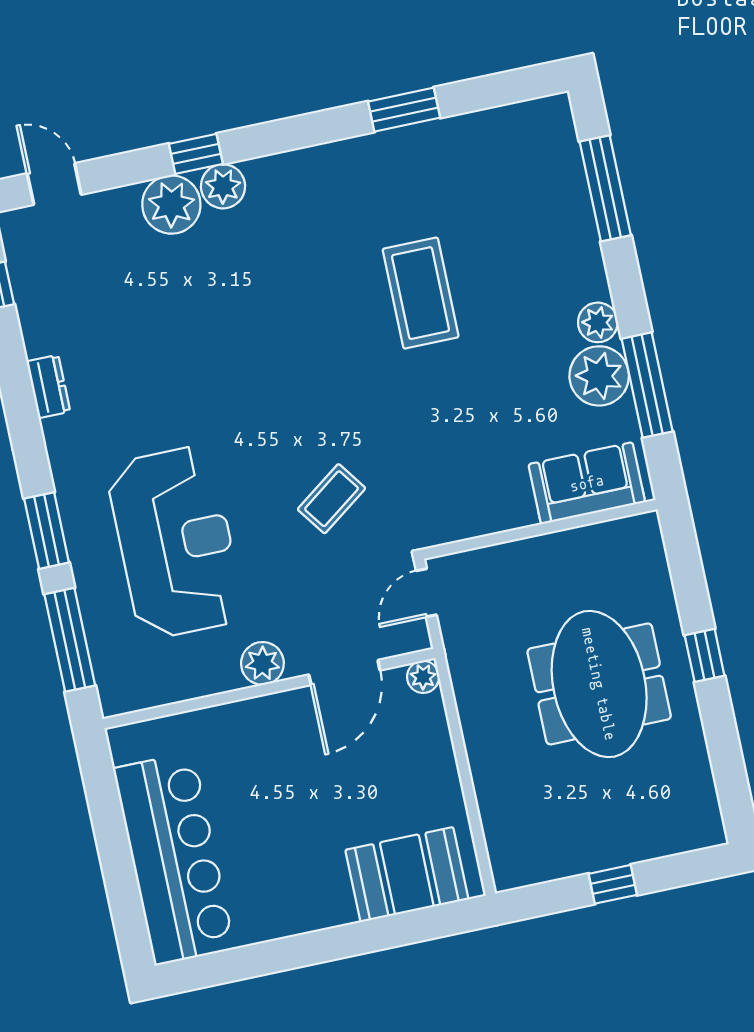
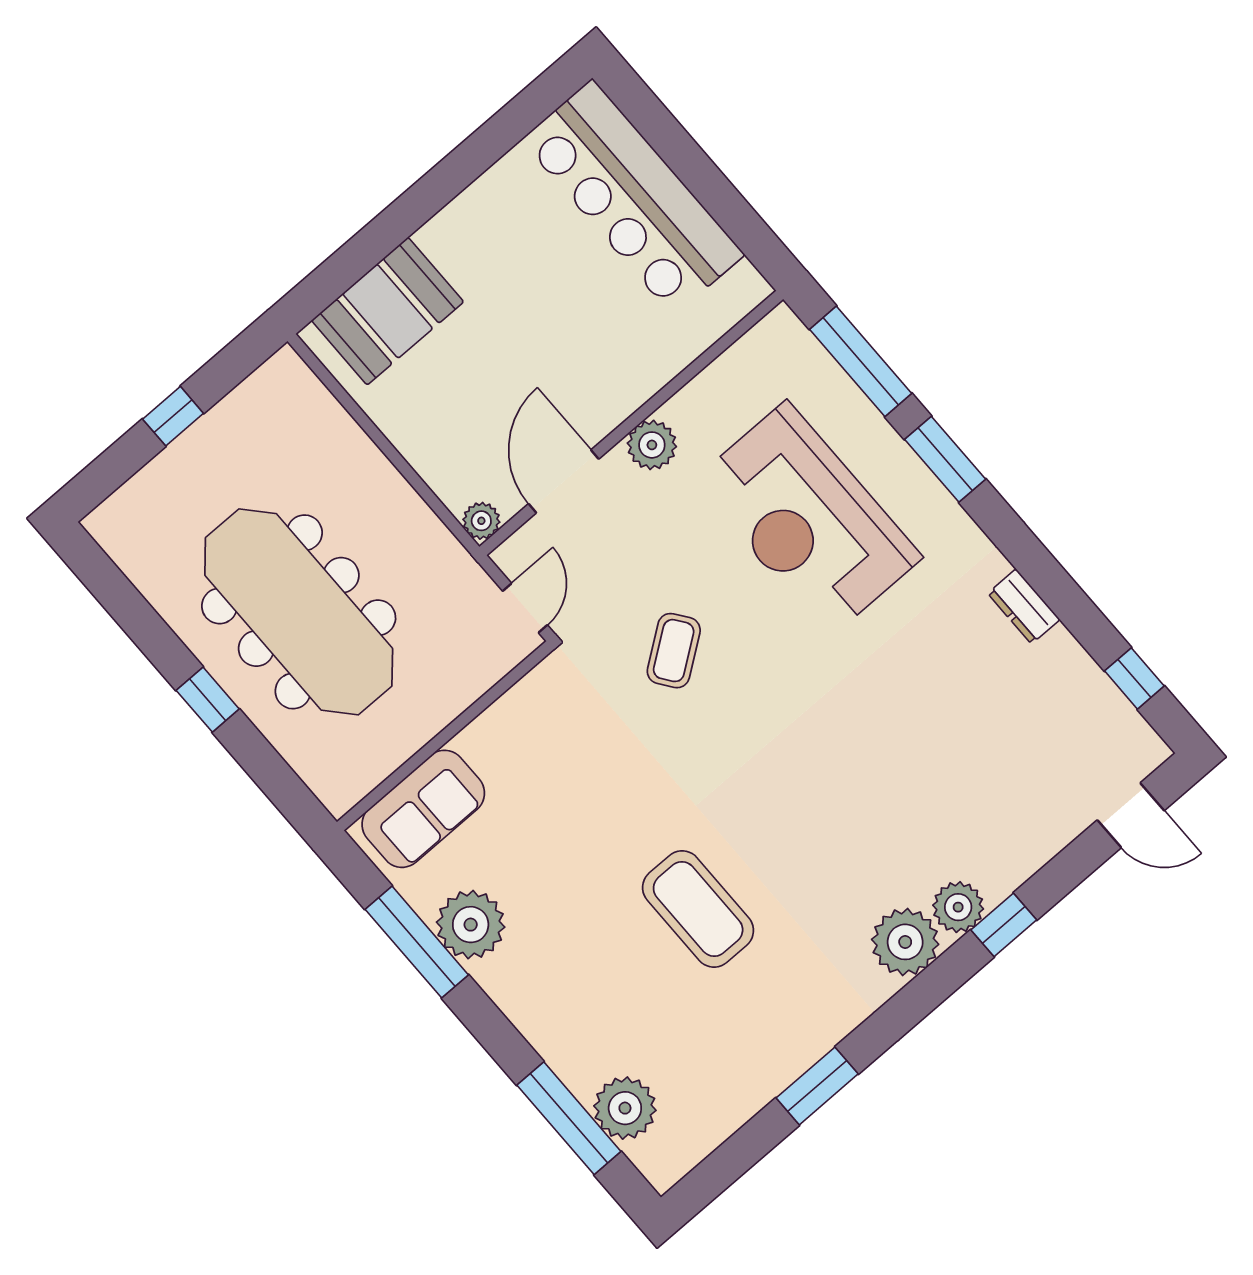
plant: (171, 205) -> (905, 942), moved
plant: (598, 322) -> (625, 1108), moved, width x1.36, depth x1.36
meeting table: (599, 684) -> (299, 612), width x1.36

